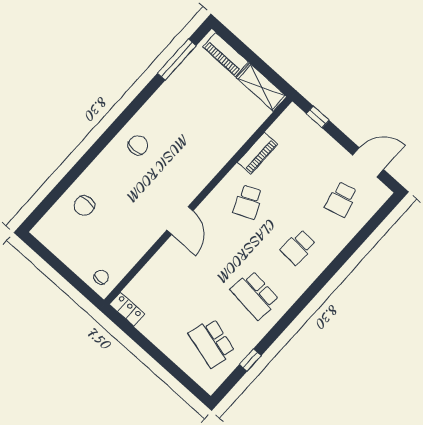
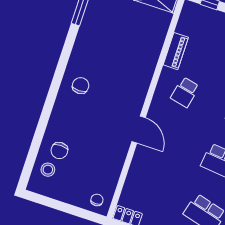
school desk: (248, 202) -> (185, 92), turned 36
stool: (62, 221) -> (48, 170), added

